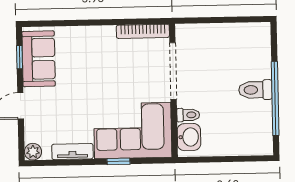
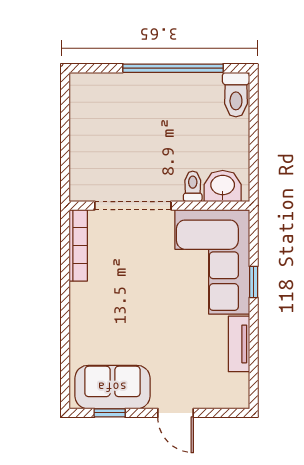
toilet: (255, 90) -> (236, 95), moved
plant: (33, 152) -> (238, 397), removed

